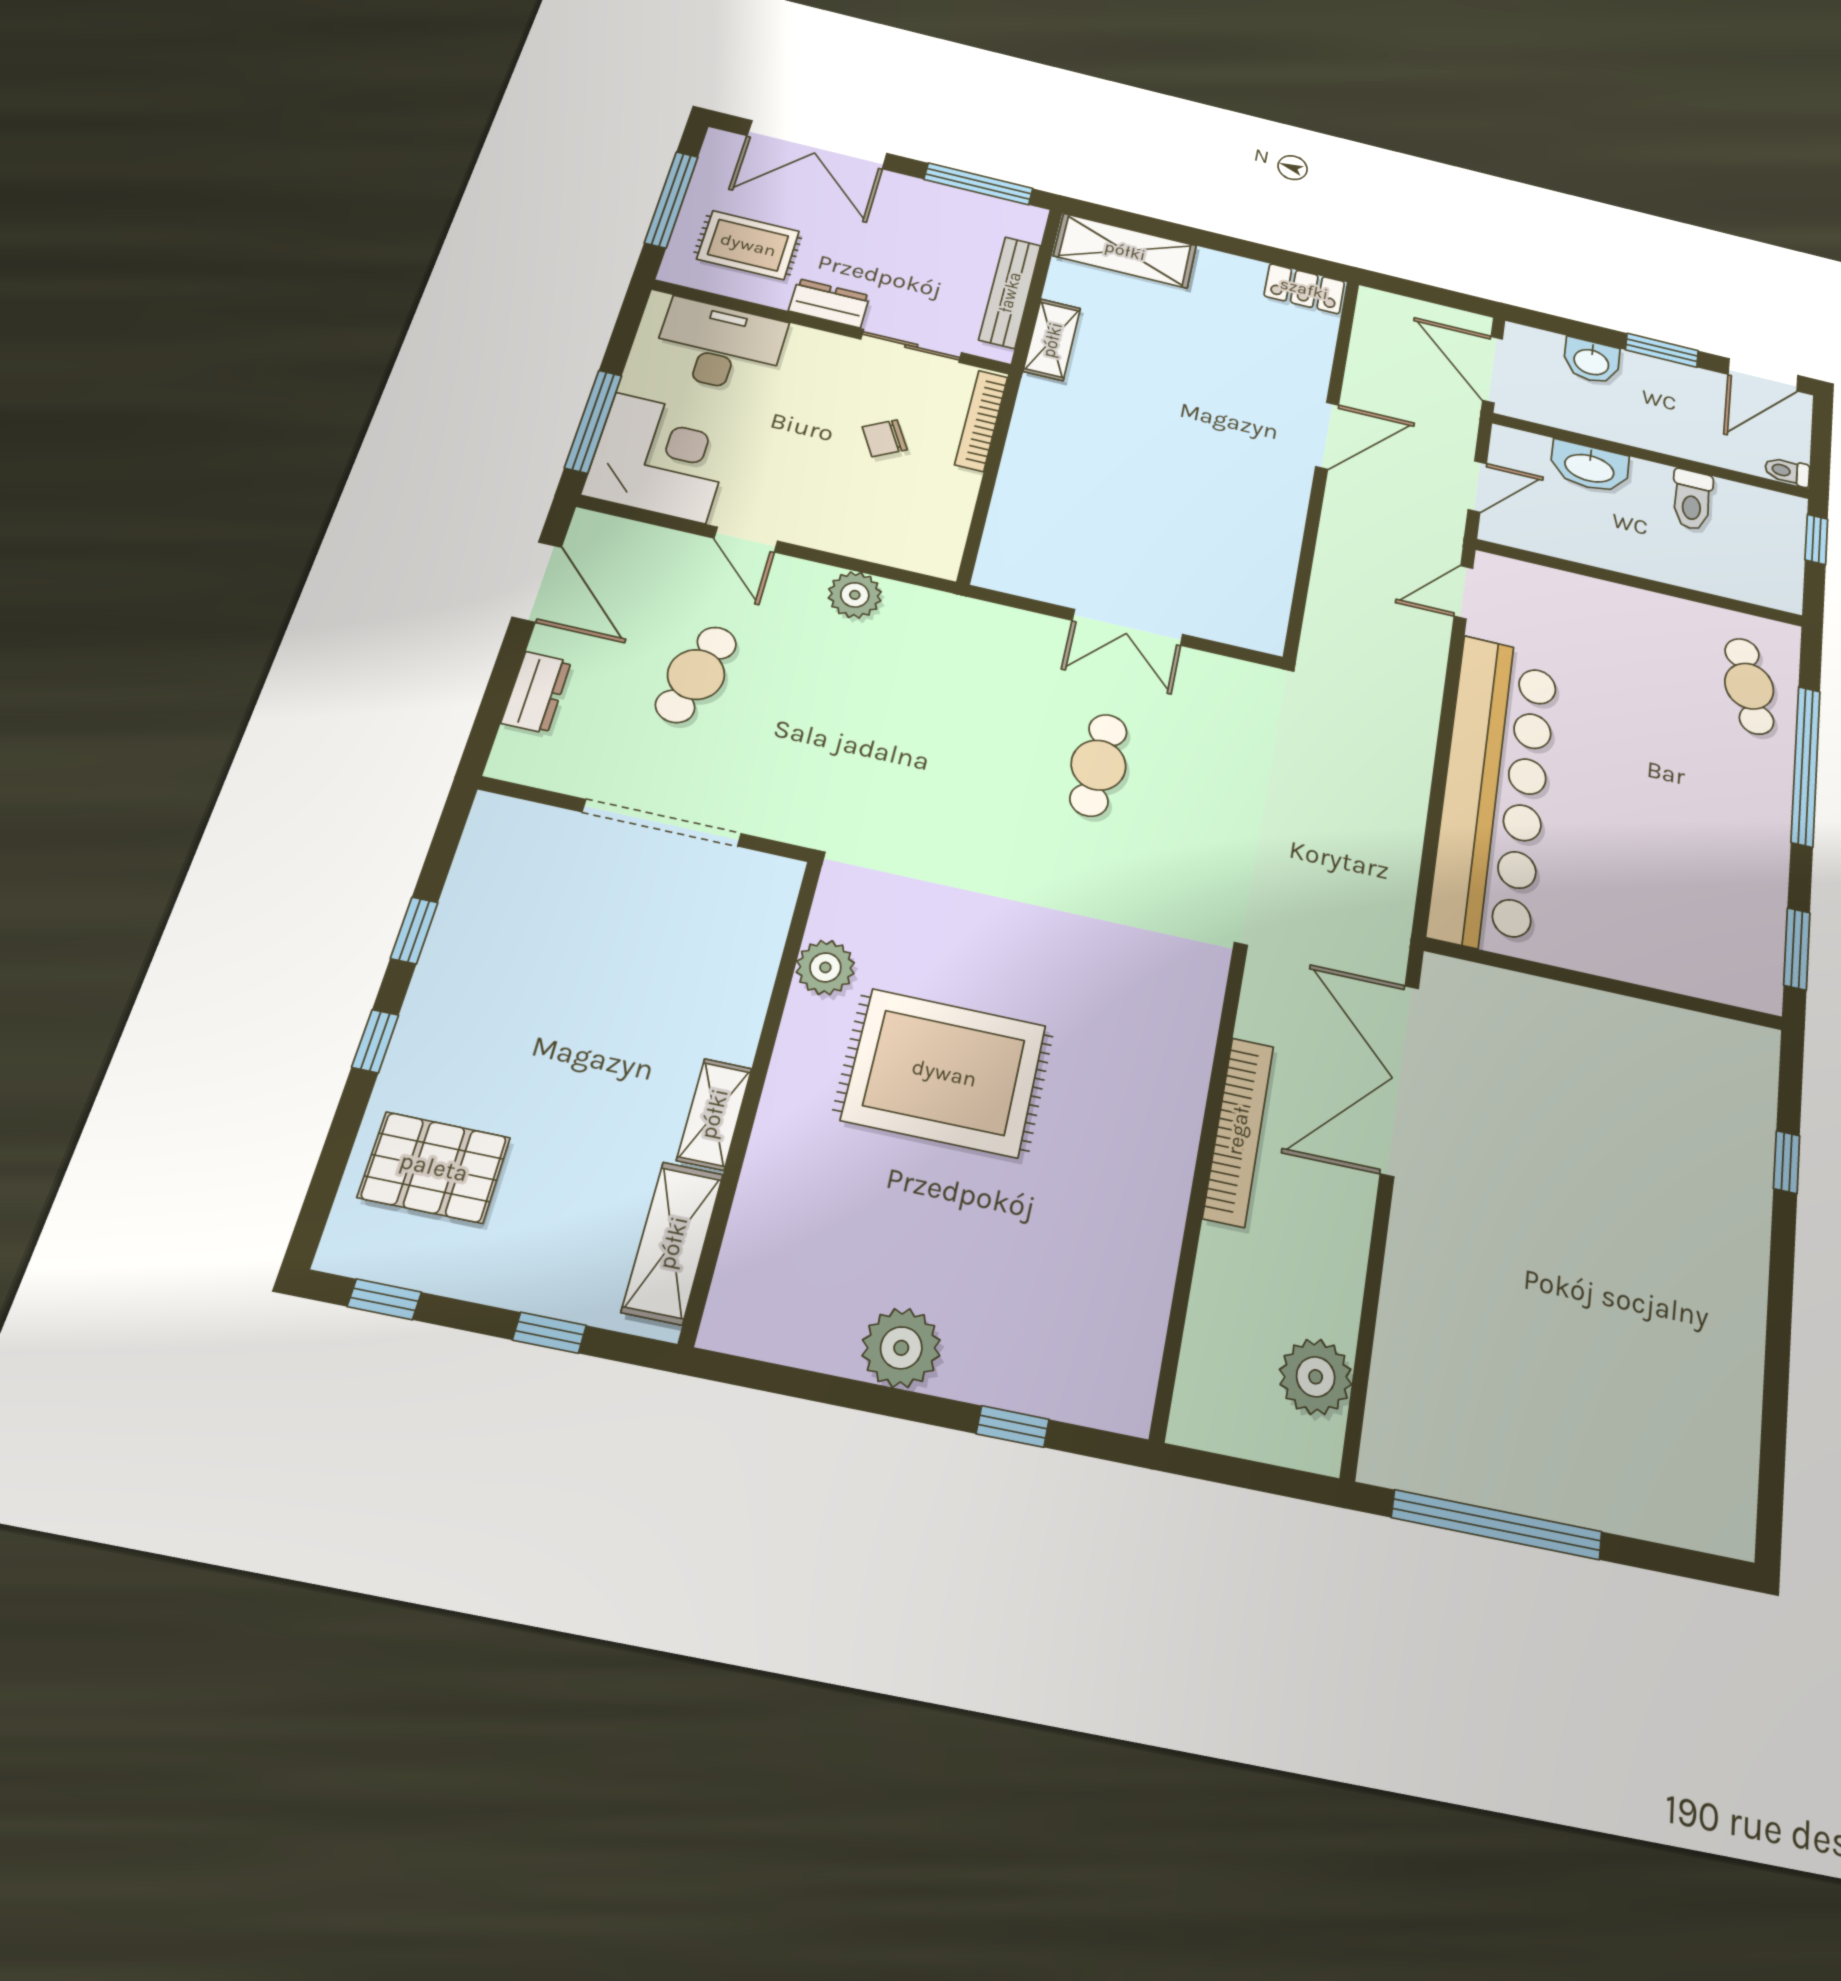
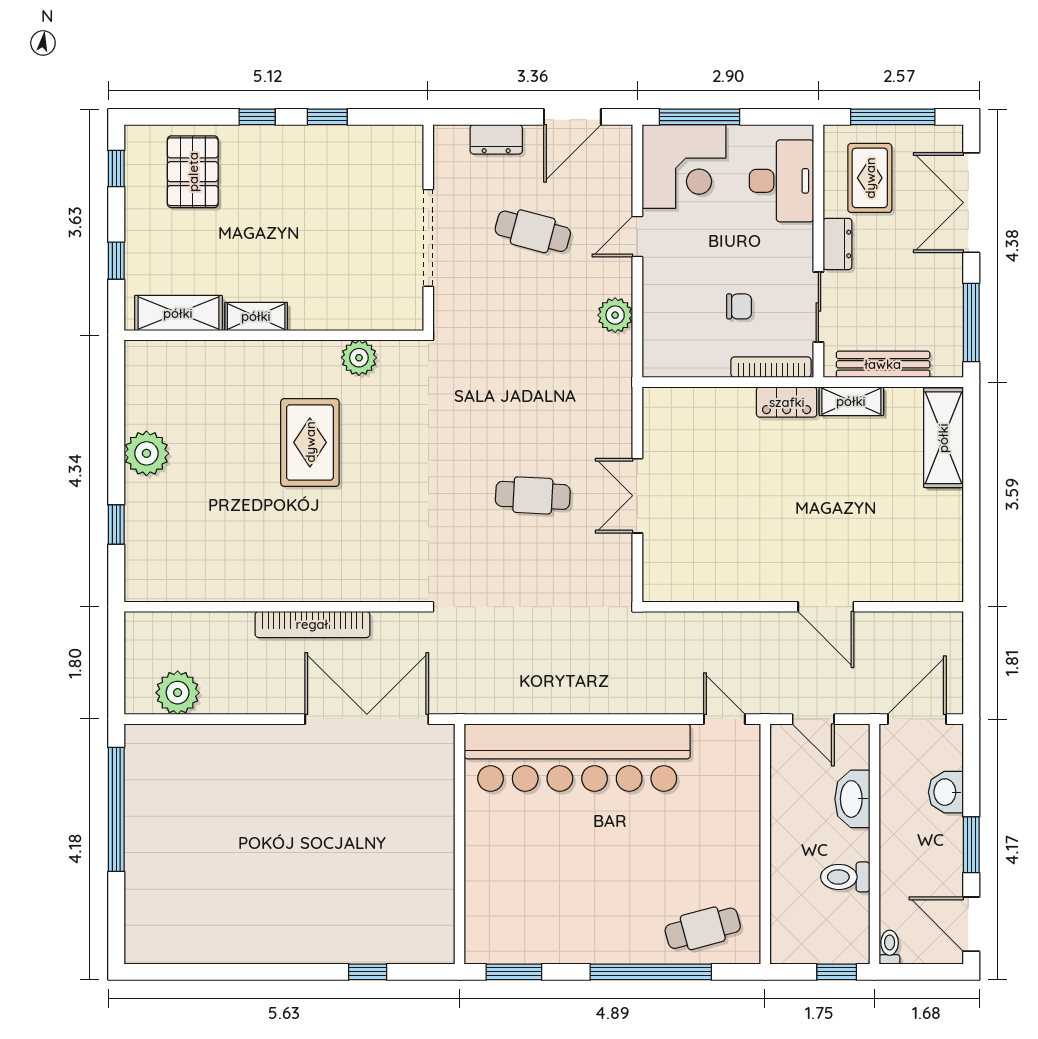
locker: (1304, 289) -> (787, 402), moved, turned -90
chair: (885, 438) -> (739, 306), turned 119
rug: (944, 1073) -> (310, 442), width x0.73, depth x0.69

